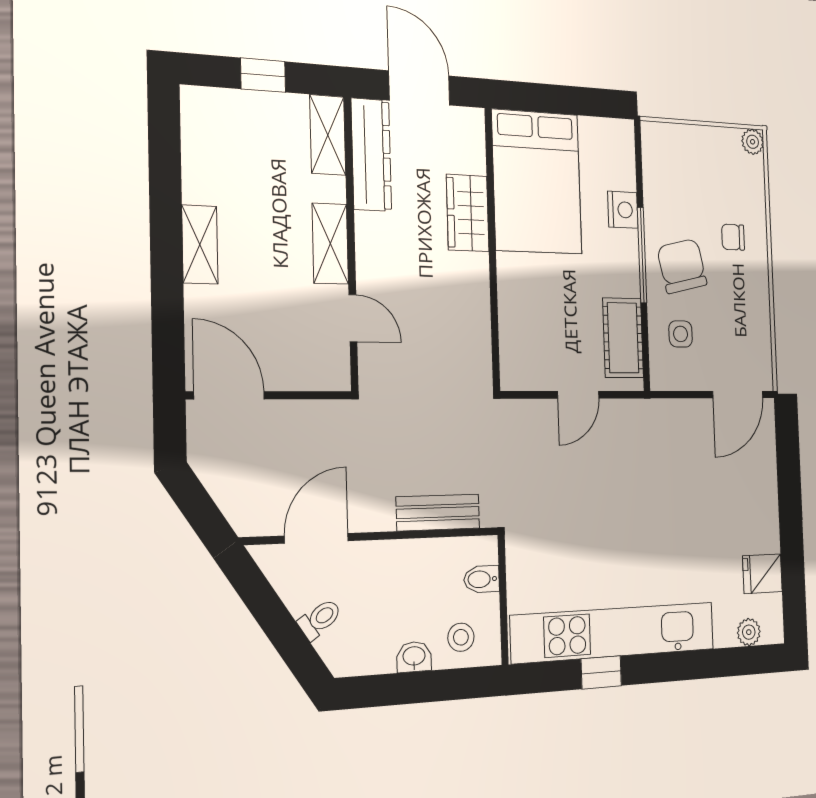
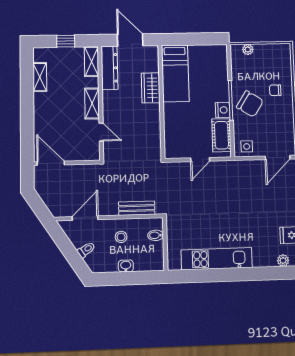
plant: (753, 142) -> (248, 49), moved
bed: (537, 182) -> (175, 73), width x0.67
nightstand: (623, 210) -> (223, 110), moved
shelving: (200, 244) -> (40, 77), moved
chair: (682, 266) -> (250, 104), turned 135
side table: (681, 334) -> (247, 146), moved
kitchen unit: (614, 632) -> (217, 259), width x0.73
stool: (461, 637) -> (121, 237), moved
window: (601, 672) -> (210, 275), removed

